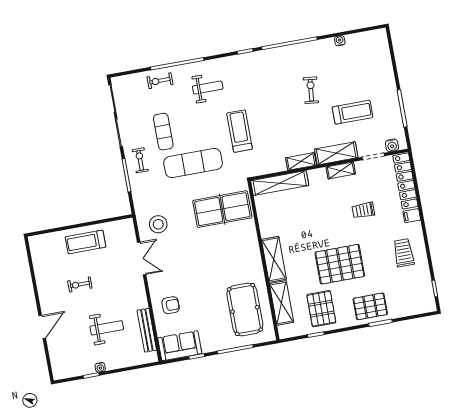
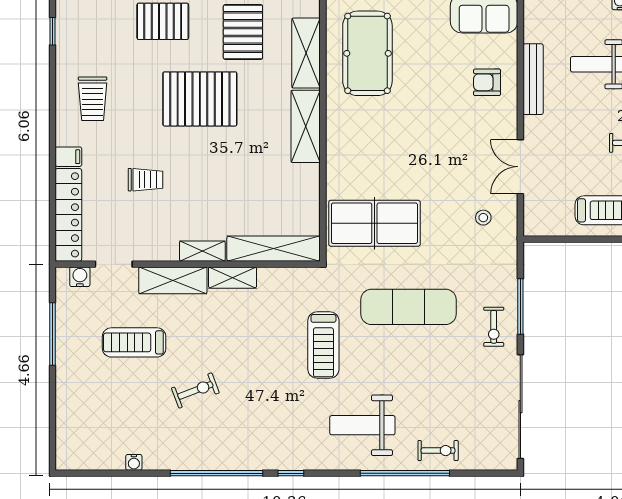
weight bench: (208, 88) -> (362, 425), width x1.36, depth x1.33
exercise bike: (311, 90) -> (195, 390), turned -117
exercise mat: (163, 132) -> (448, 367), removed
shelving: (341, 170) -> (202, 251), moved
stool: (158, 224) -> (483, 218), width x0.53, depth x0.53
bench: (147, 330) -> (533, 79), moved

